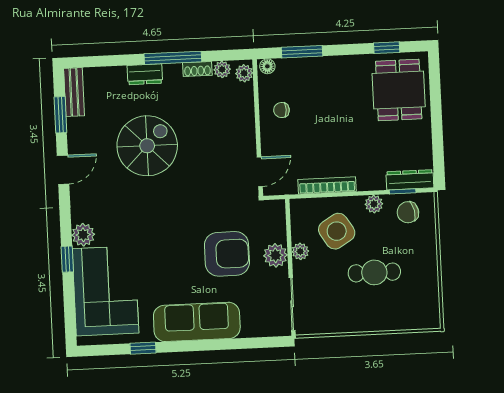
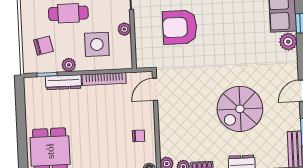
dresser: (410, 180) -> (63, 82), moved
chair: (408, 212) -> (43, 46), moved
side table: (337, 231) -> (97, 44), turned 32
plant: (275, 255) -> (143, 26), removed

